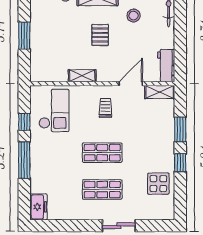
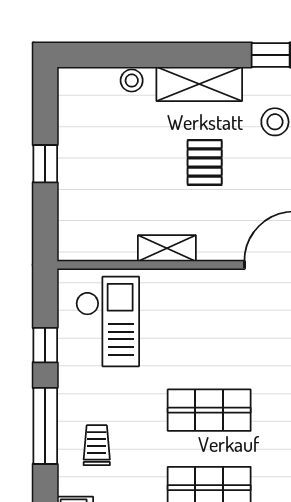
window: (24, 36) -> (45, 164), width x0.67
trolley: (105, 108) -> (97, 445), moved

